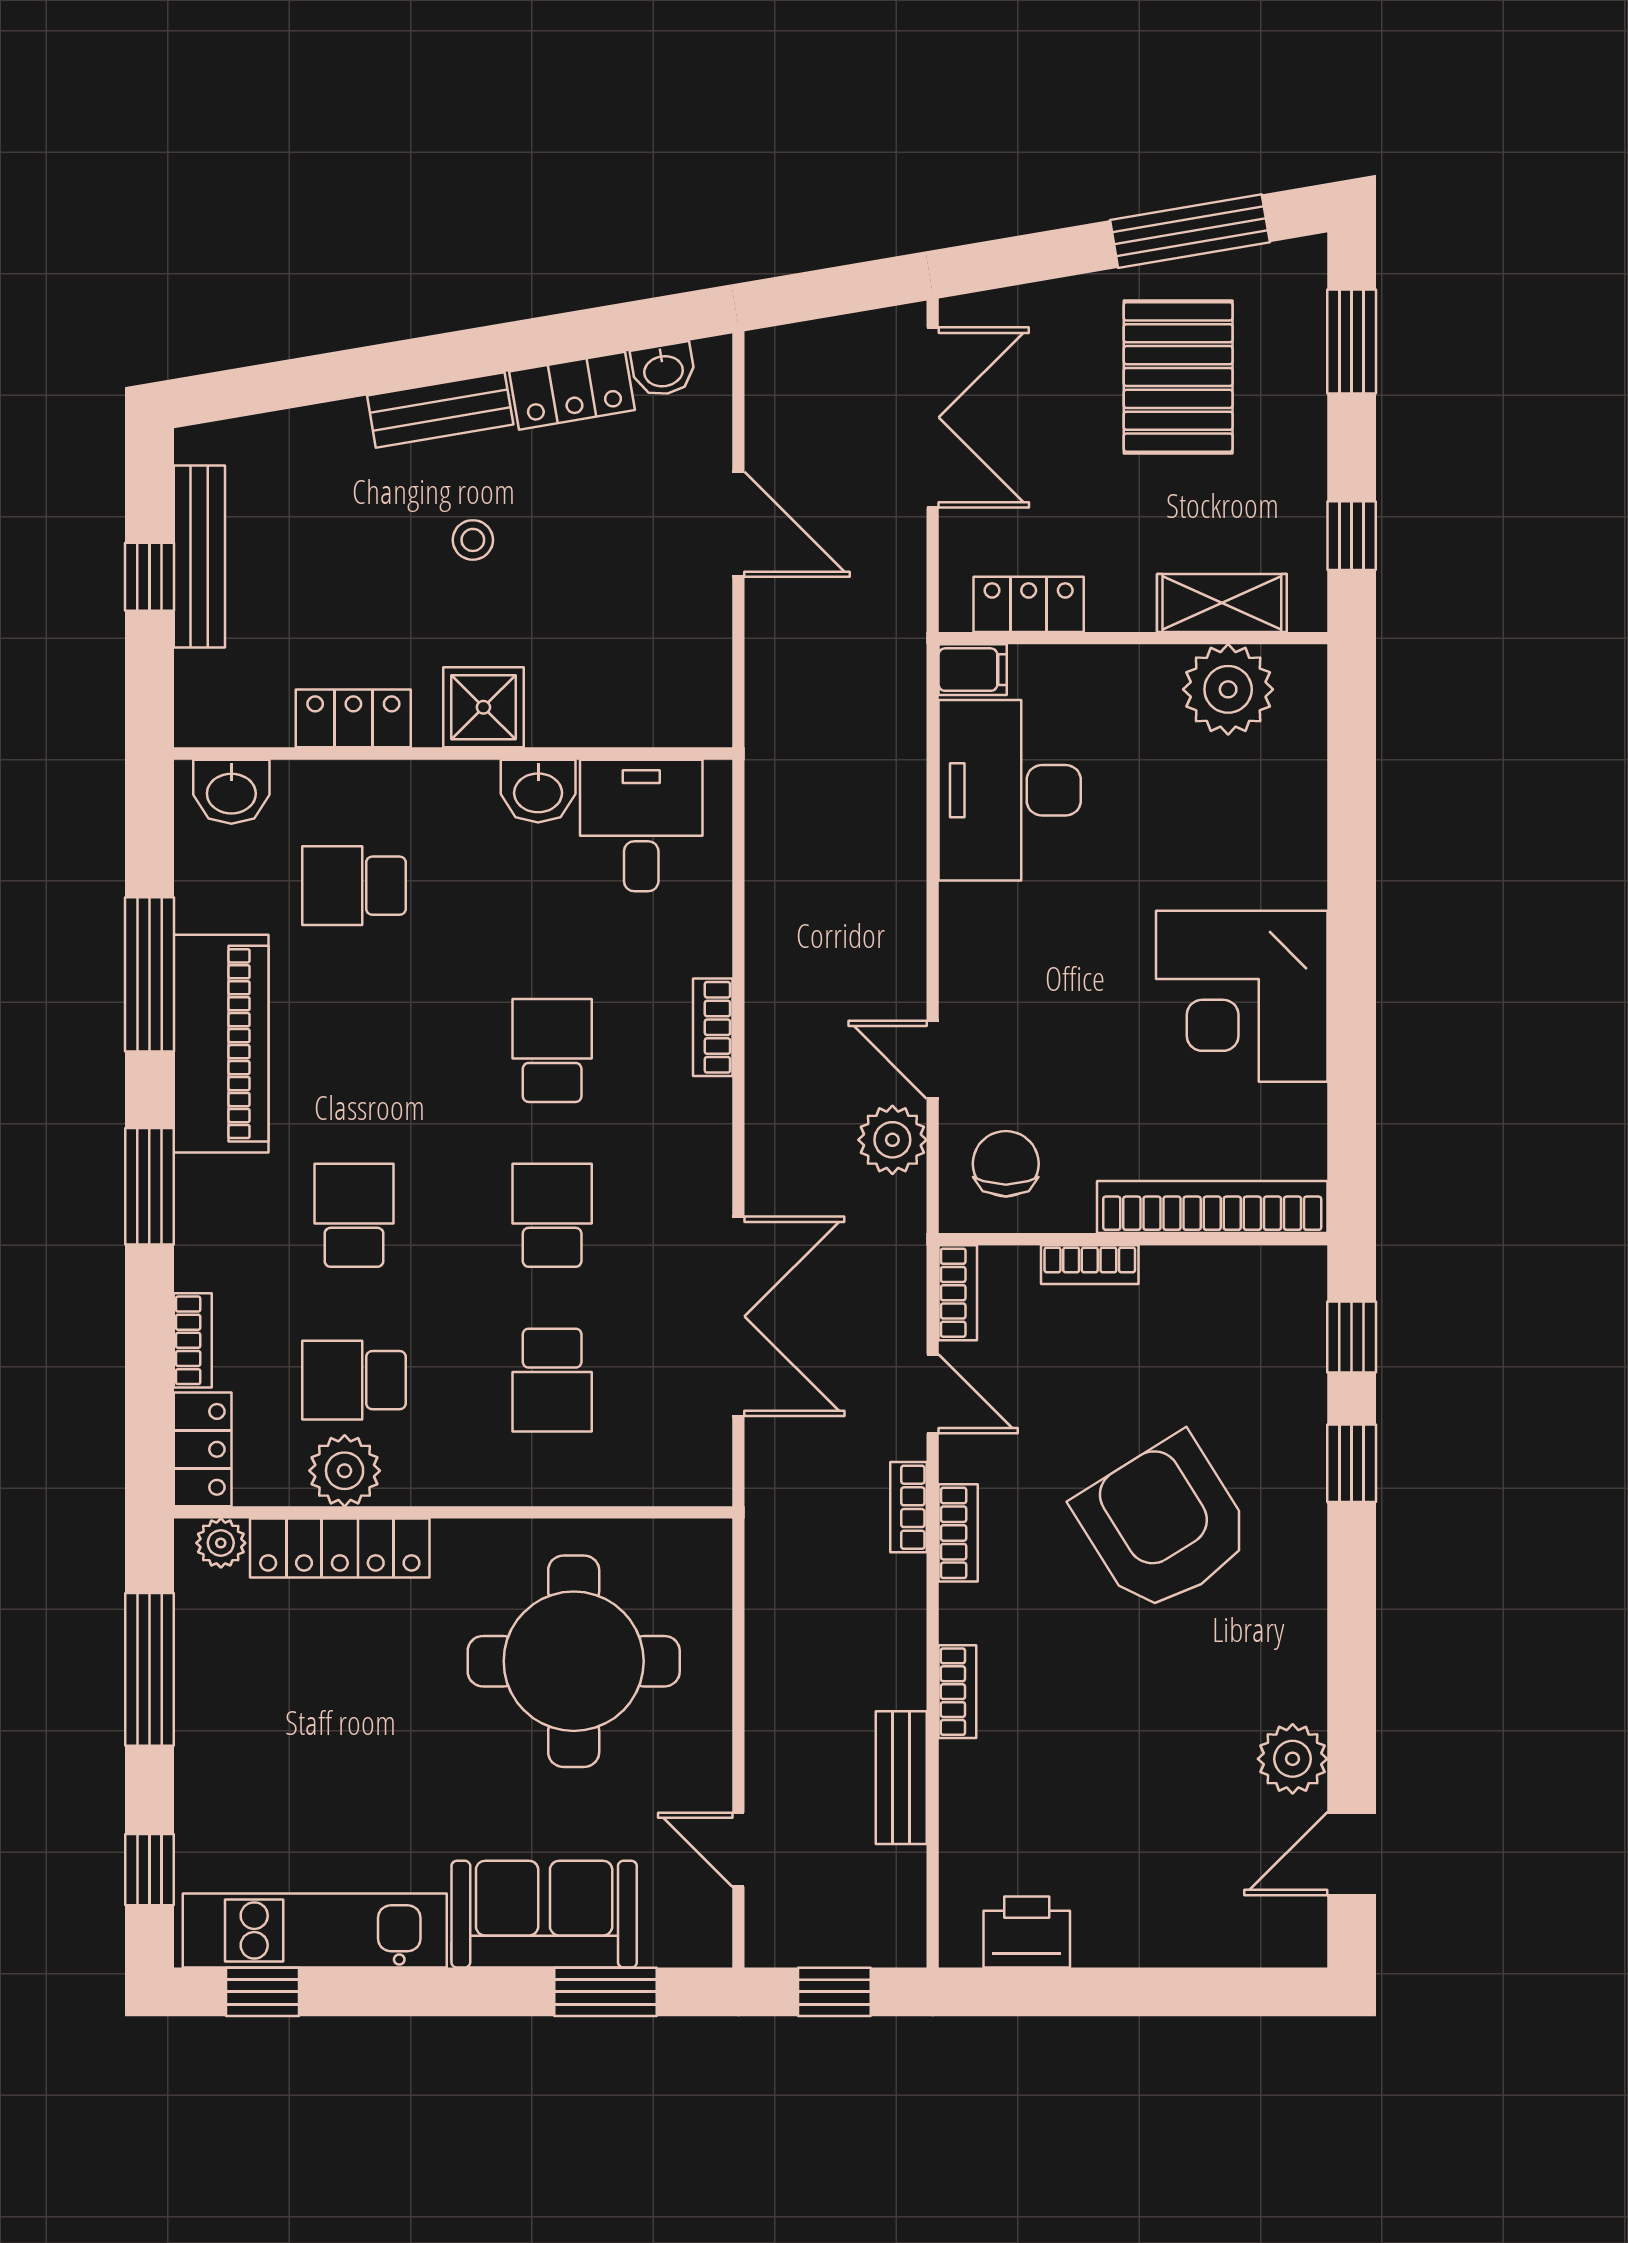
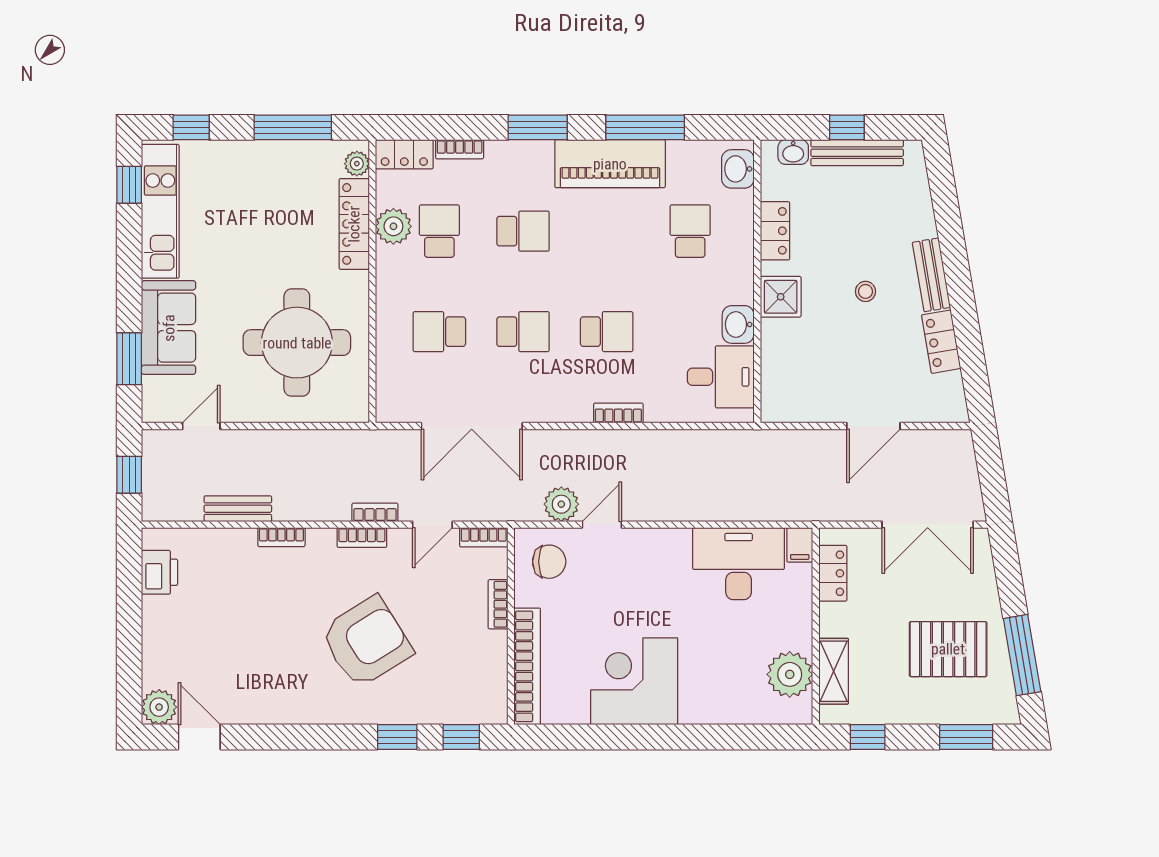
washbasin: (663, 370) -> (793, 152), moved, turned -80
plant: (1293, 1759) -> (159, 707), moved

